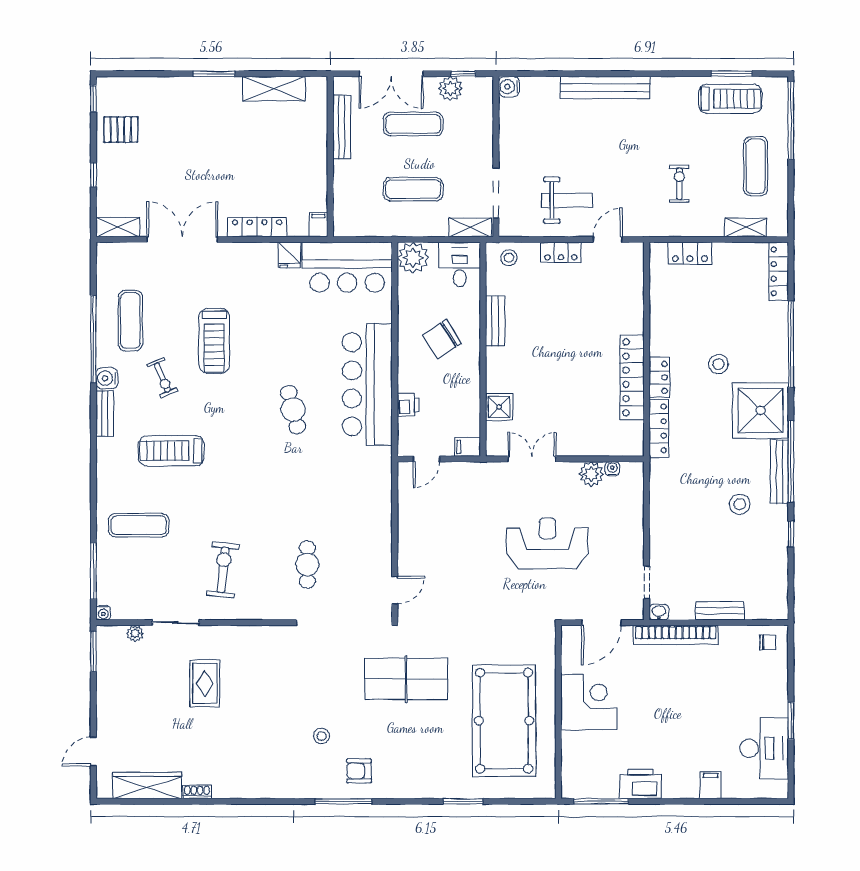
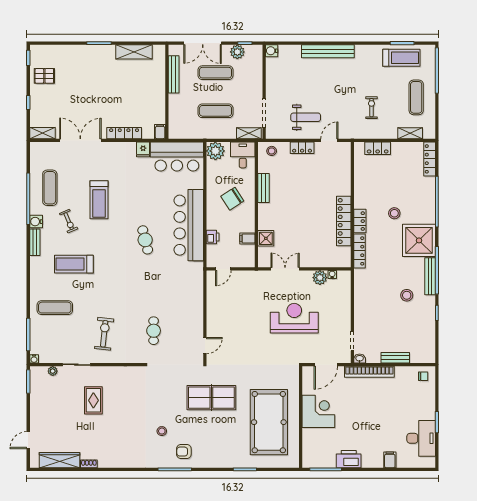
filing cabinet: (468, 447) -> (247, 238), moved

